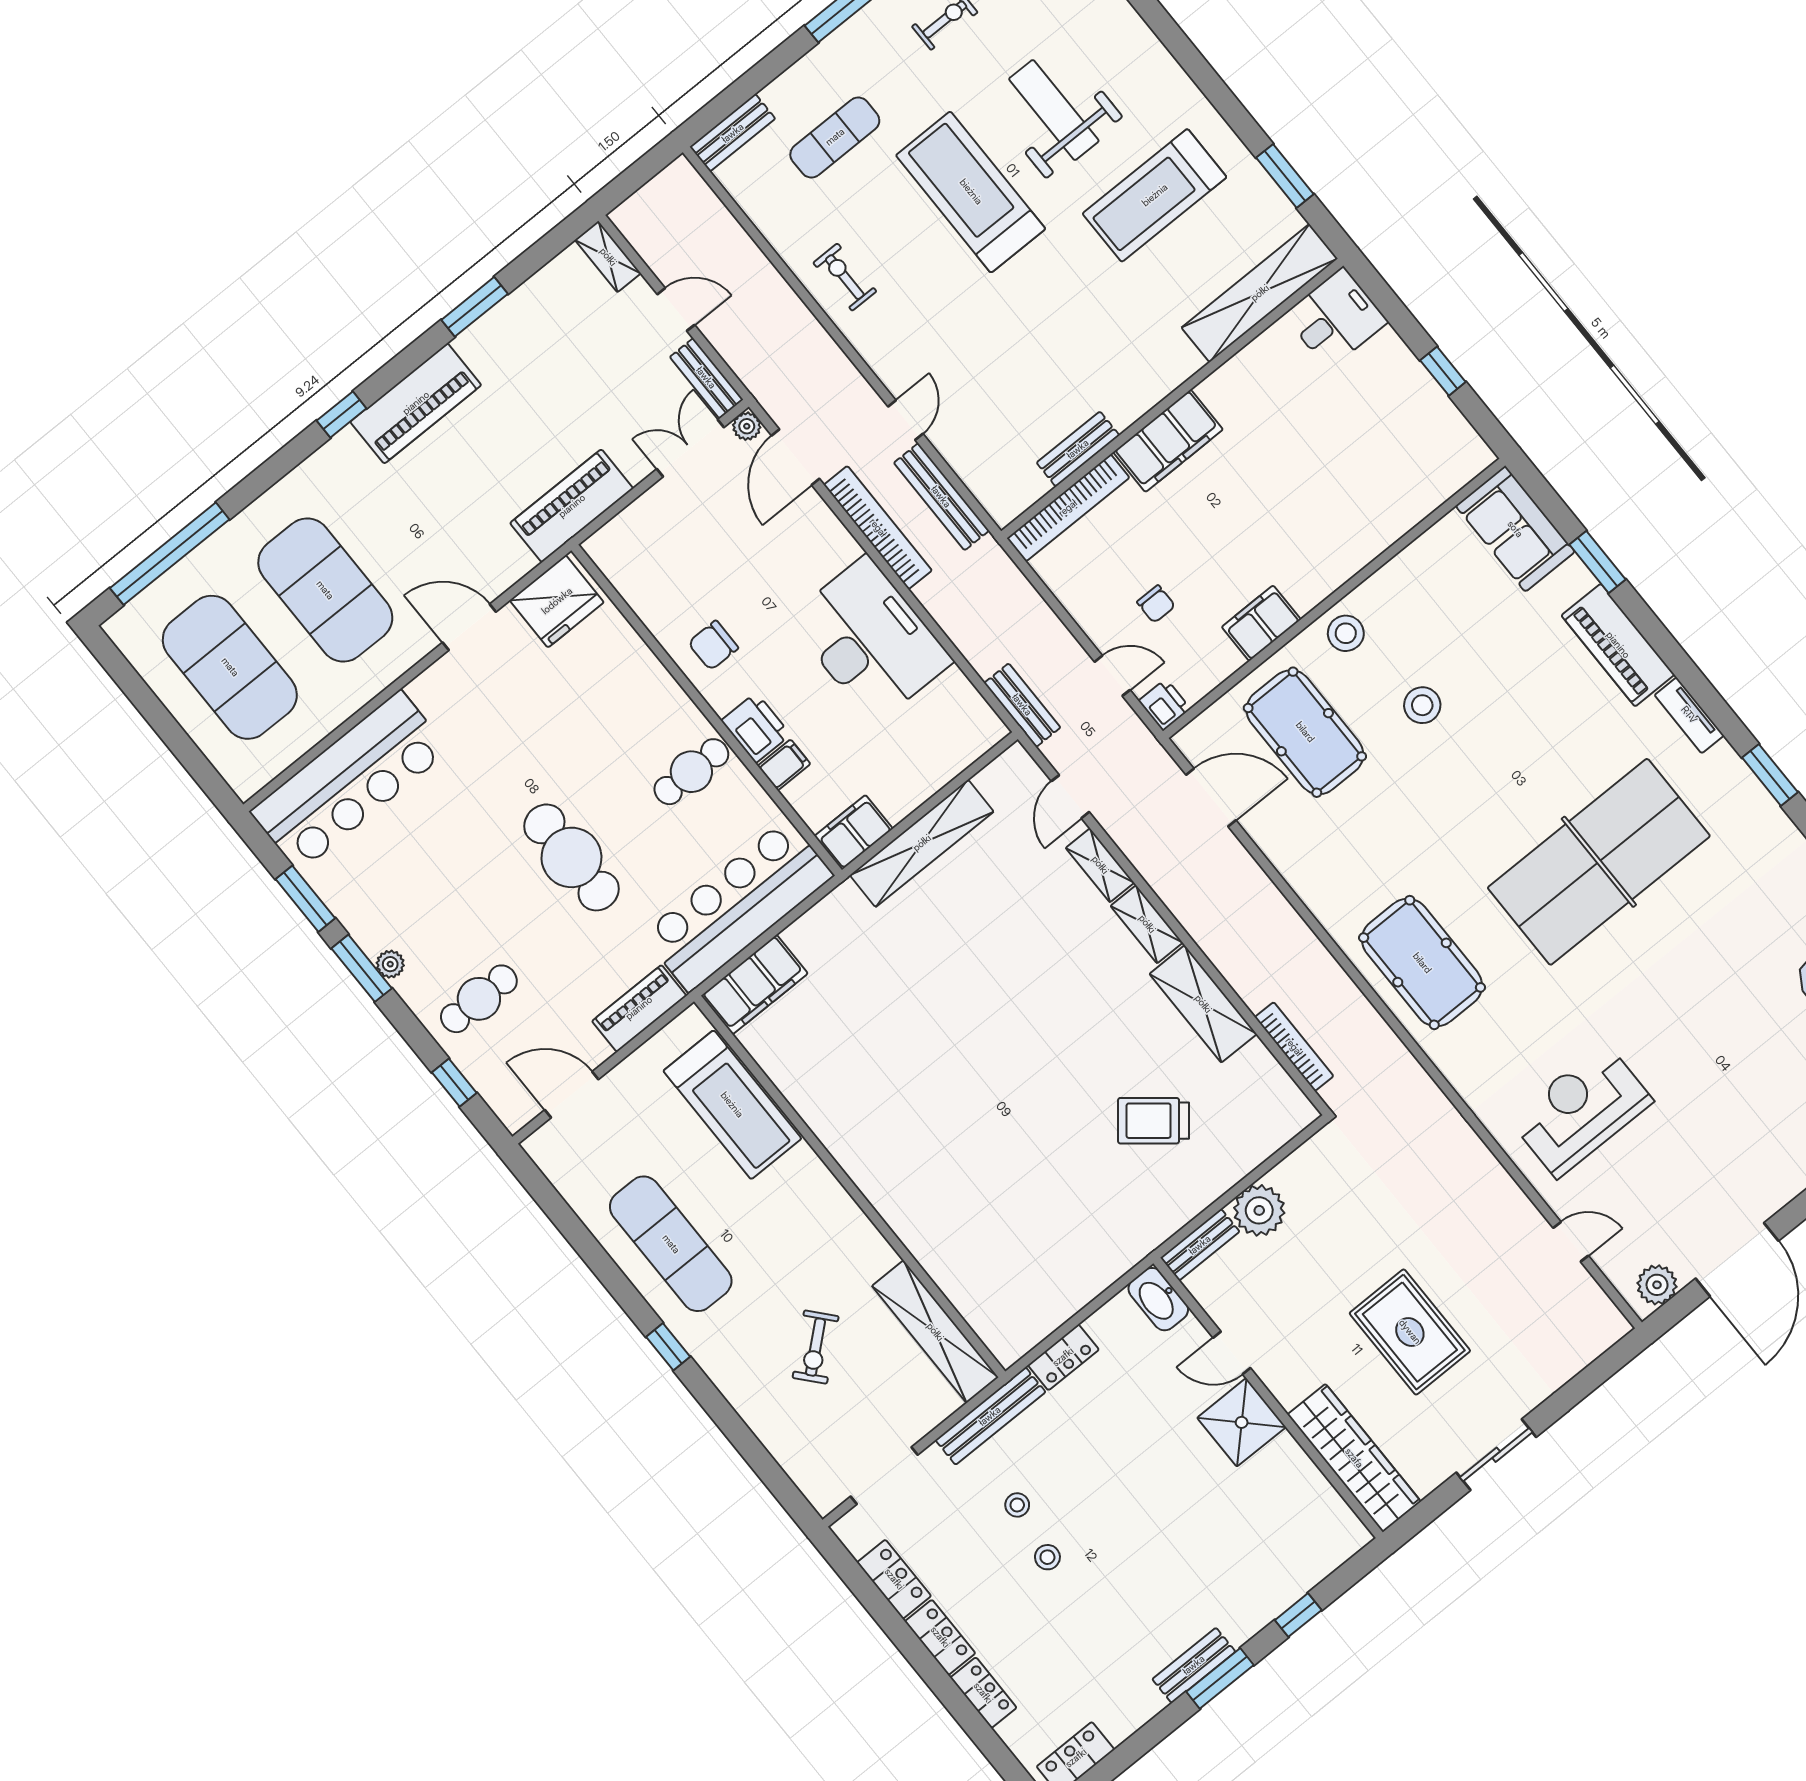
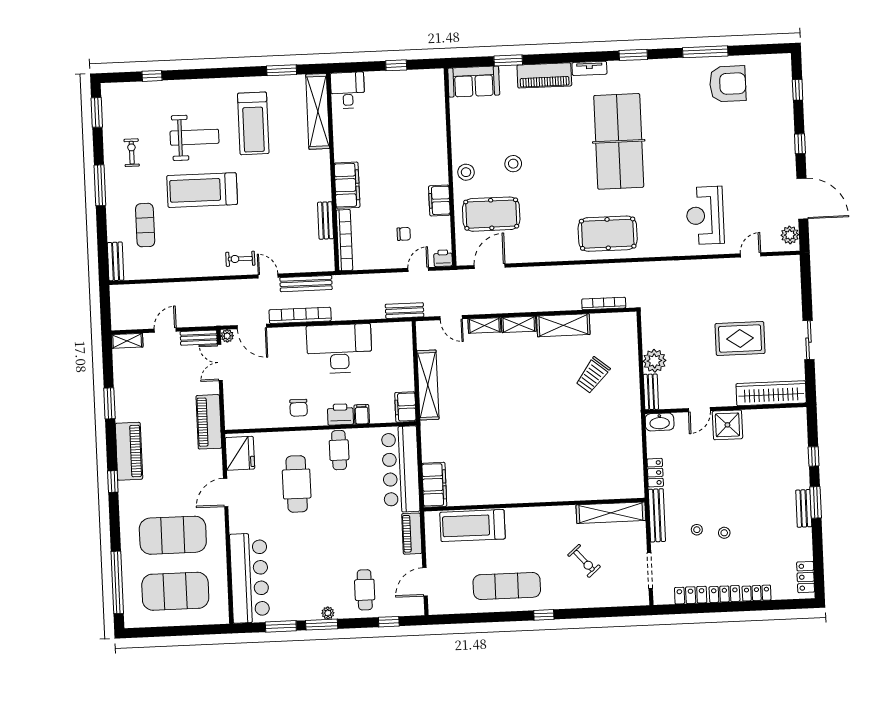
weight bench: (1054, 110) -> (195, 137), turned 180
exercise bike: (845, 277) -> (240, 259), moved
cafe table: (571, 857) -> (297, 484), moved, turned 90
treadmill: (732, 1105) -> (472, 526), turned 180

